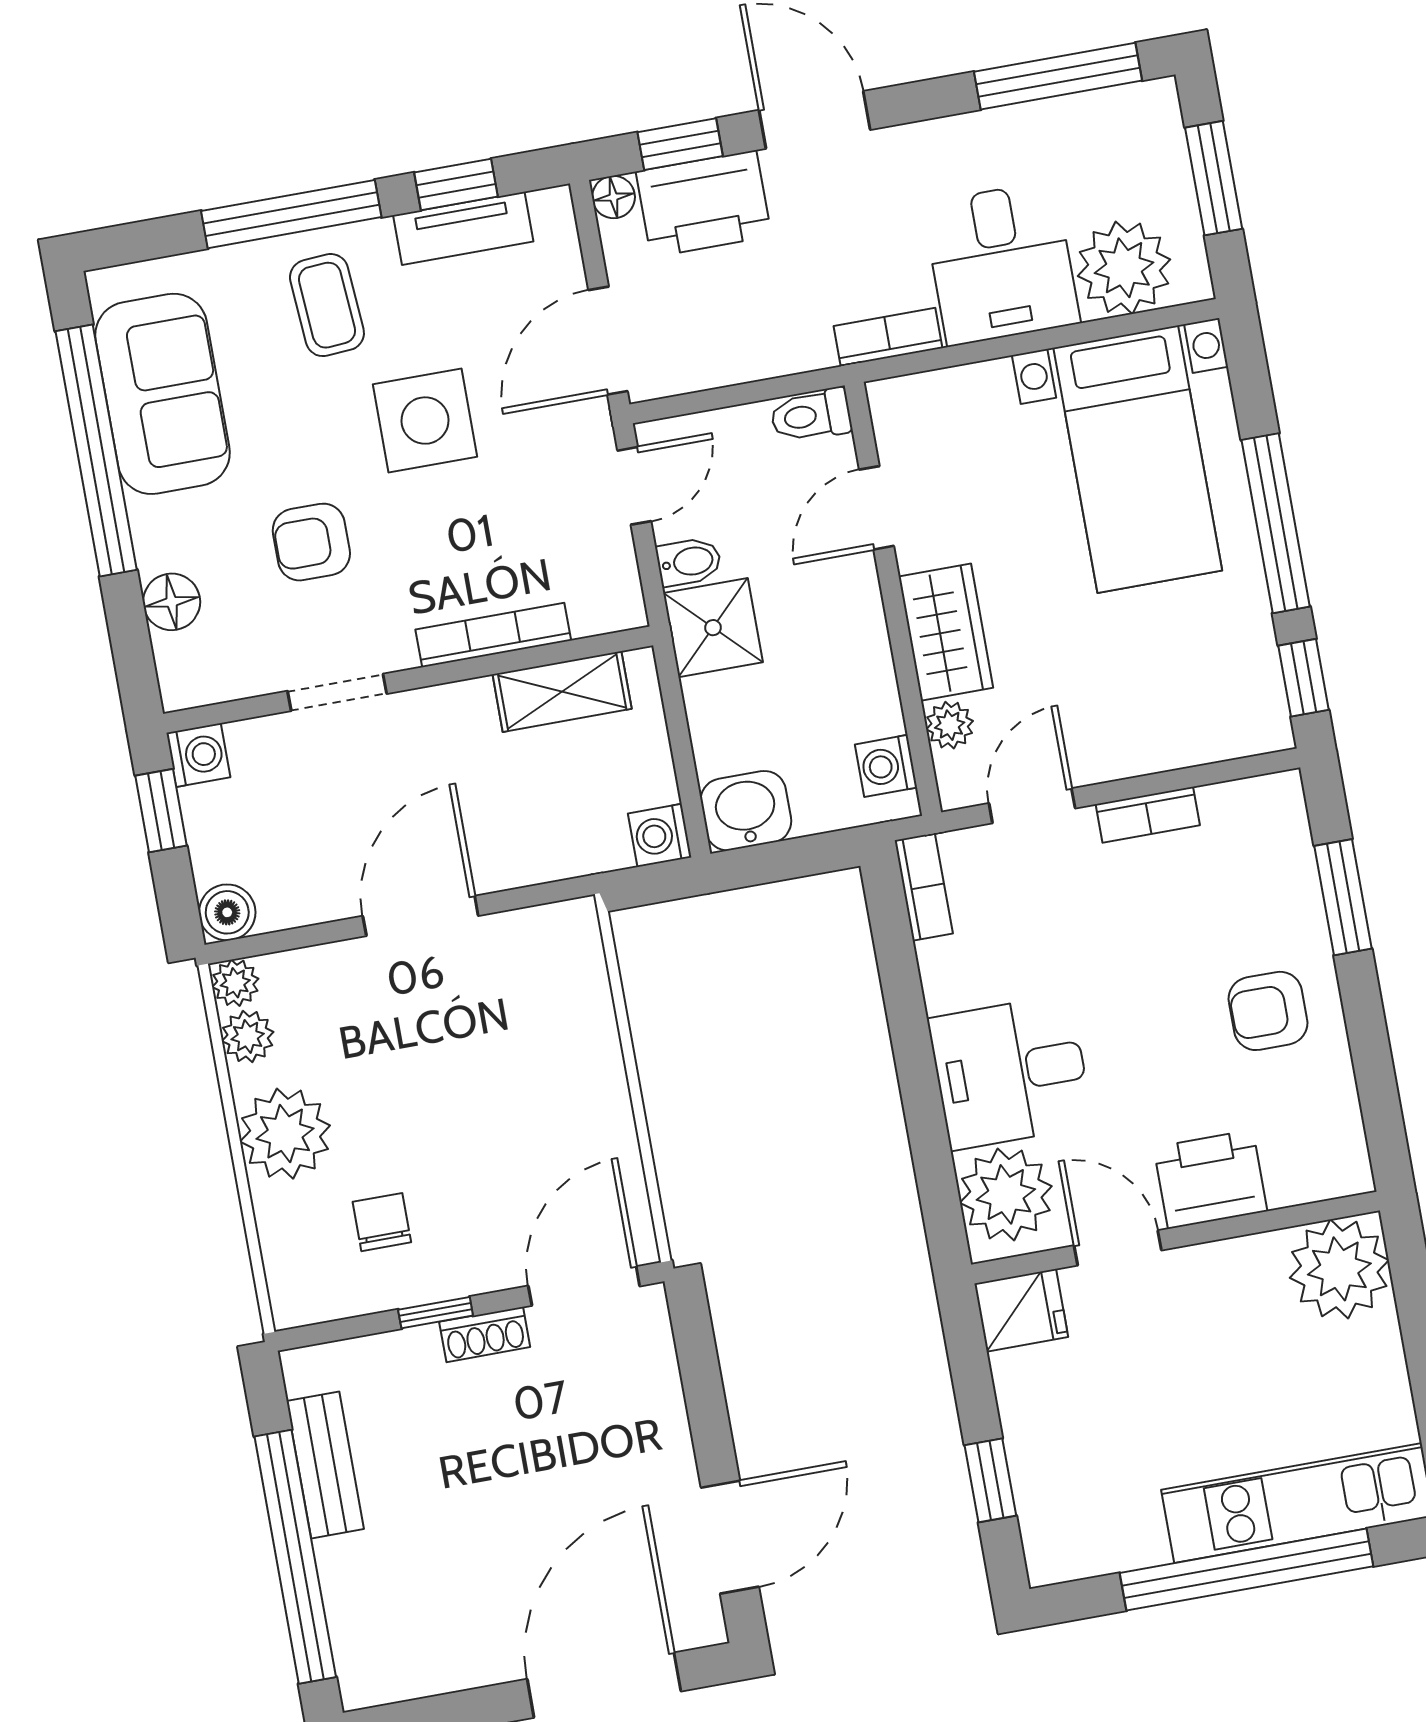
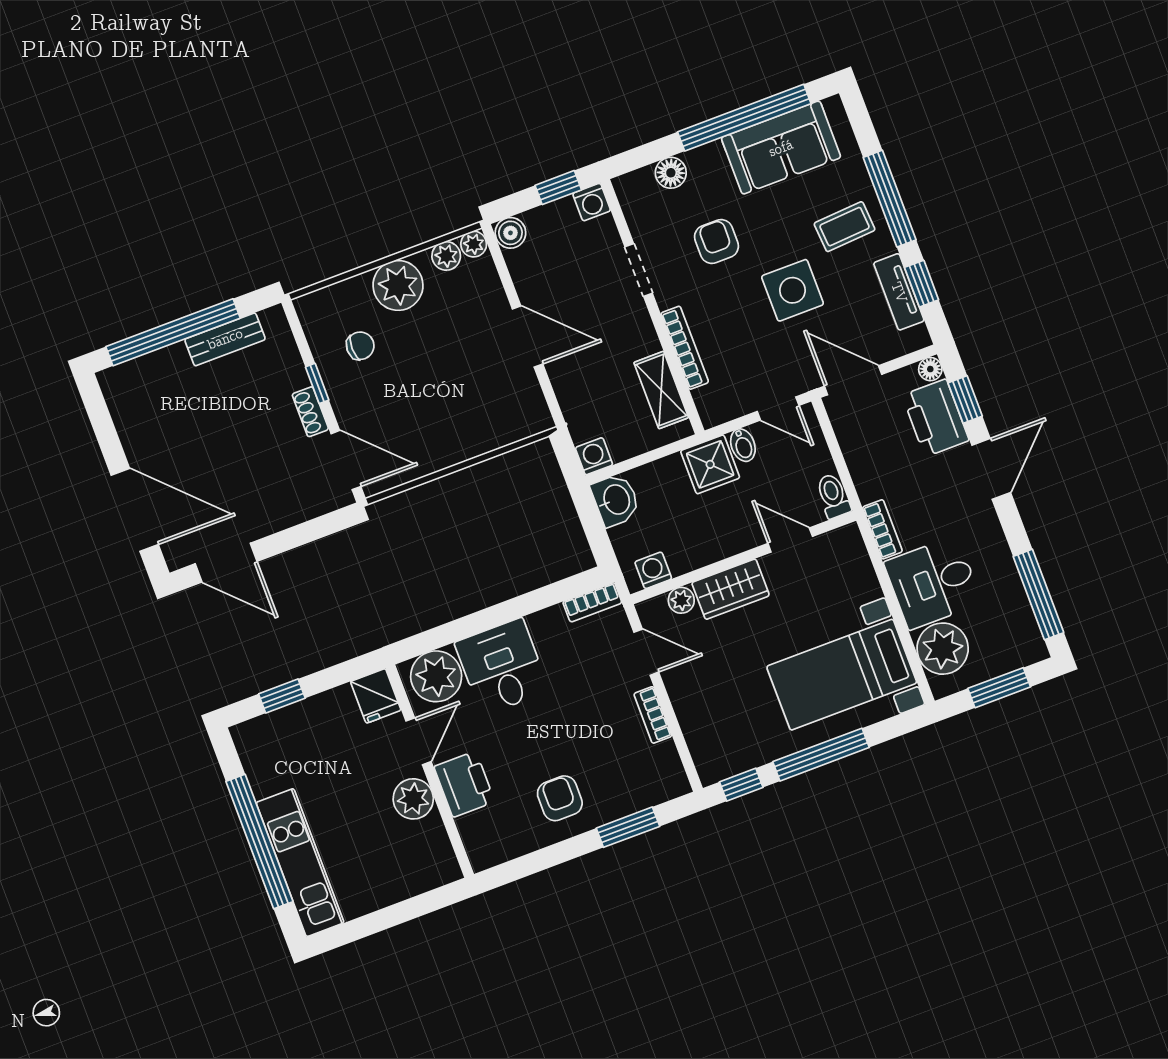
plant: (1339, 1269) -> (413, 799), moved, width x0.73, depth x0.73

